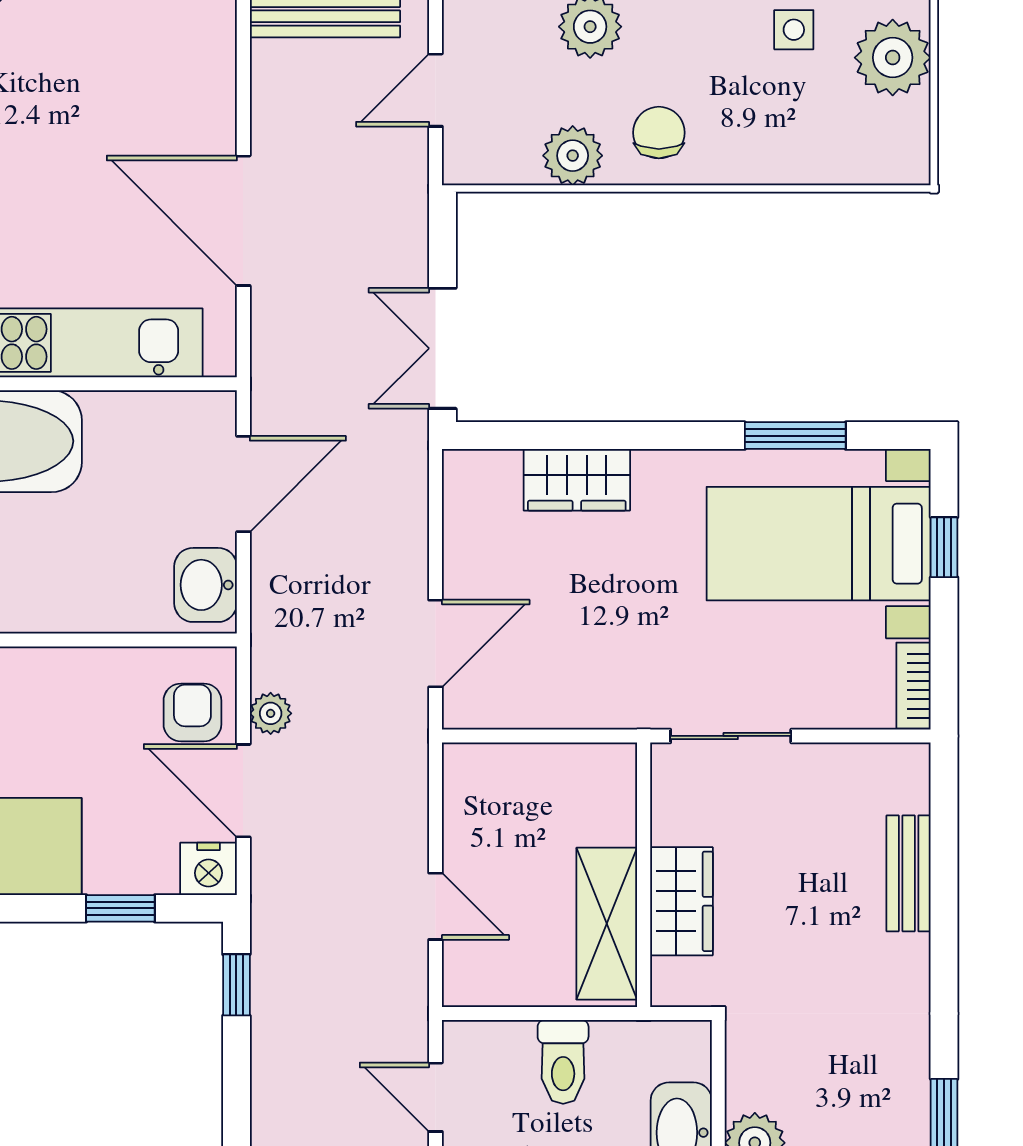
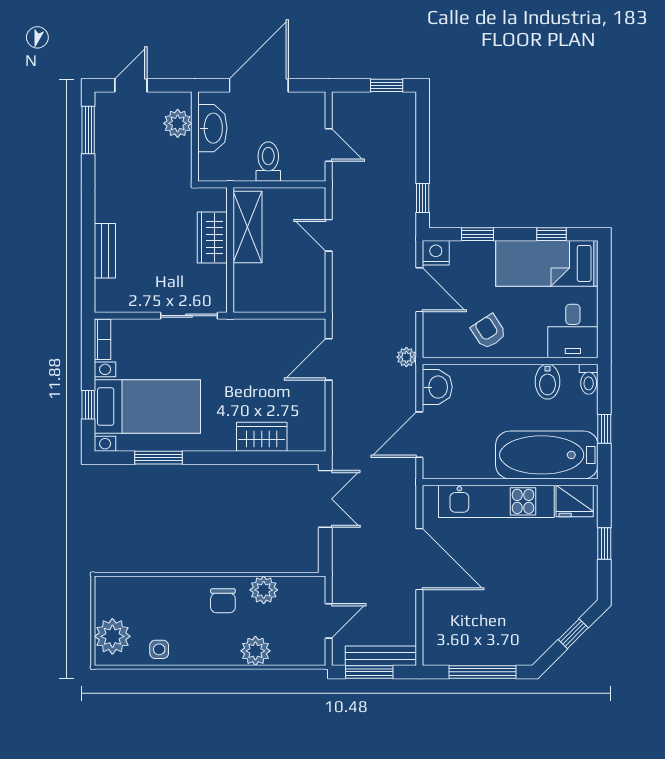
armchair: (192, 712) -> (488, 332), moved, turned 147
plant: (271, 713) -> (406, 357), moved

